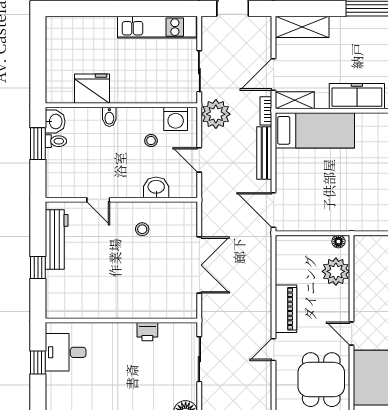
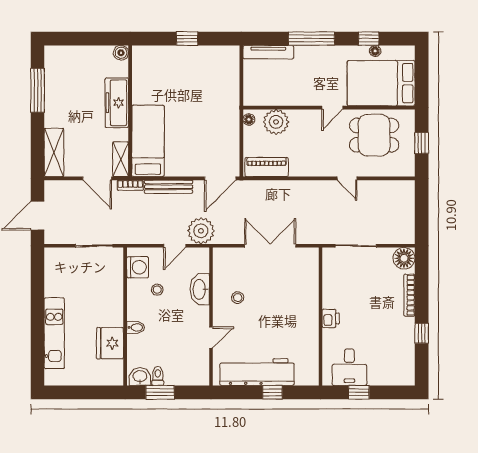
kitchen unit: (157, 27) -> (54, 333), moved
plant: (216, 114) -> (201, 231), moved
washbasin: (156, 187) -> (200, 289), width x1.38
workbench: (57, 240) -> (257, 372), width x1.36, depth x1.32
piano: (286, 309) -> (267, 167), moved
printer: (147, 332) -> (331, 318), moved

